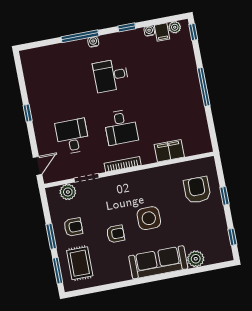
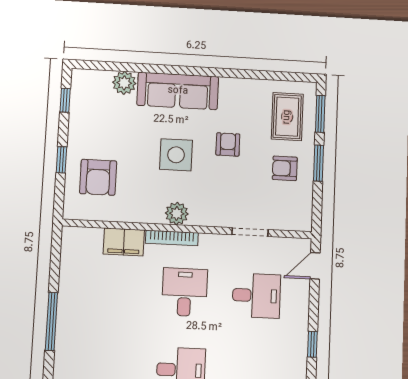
desk: (72, 136) -> (256, 296), turned -90
bookcase: (123, 164) -> (172, 238), moved
plant: (68, 192) -> (177, 214), moved
armchair: (116, 234) -> (228, 144), turned 90

